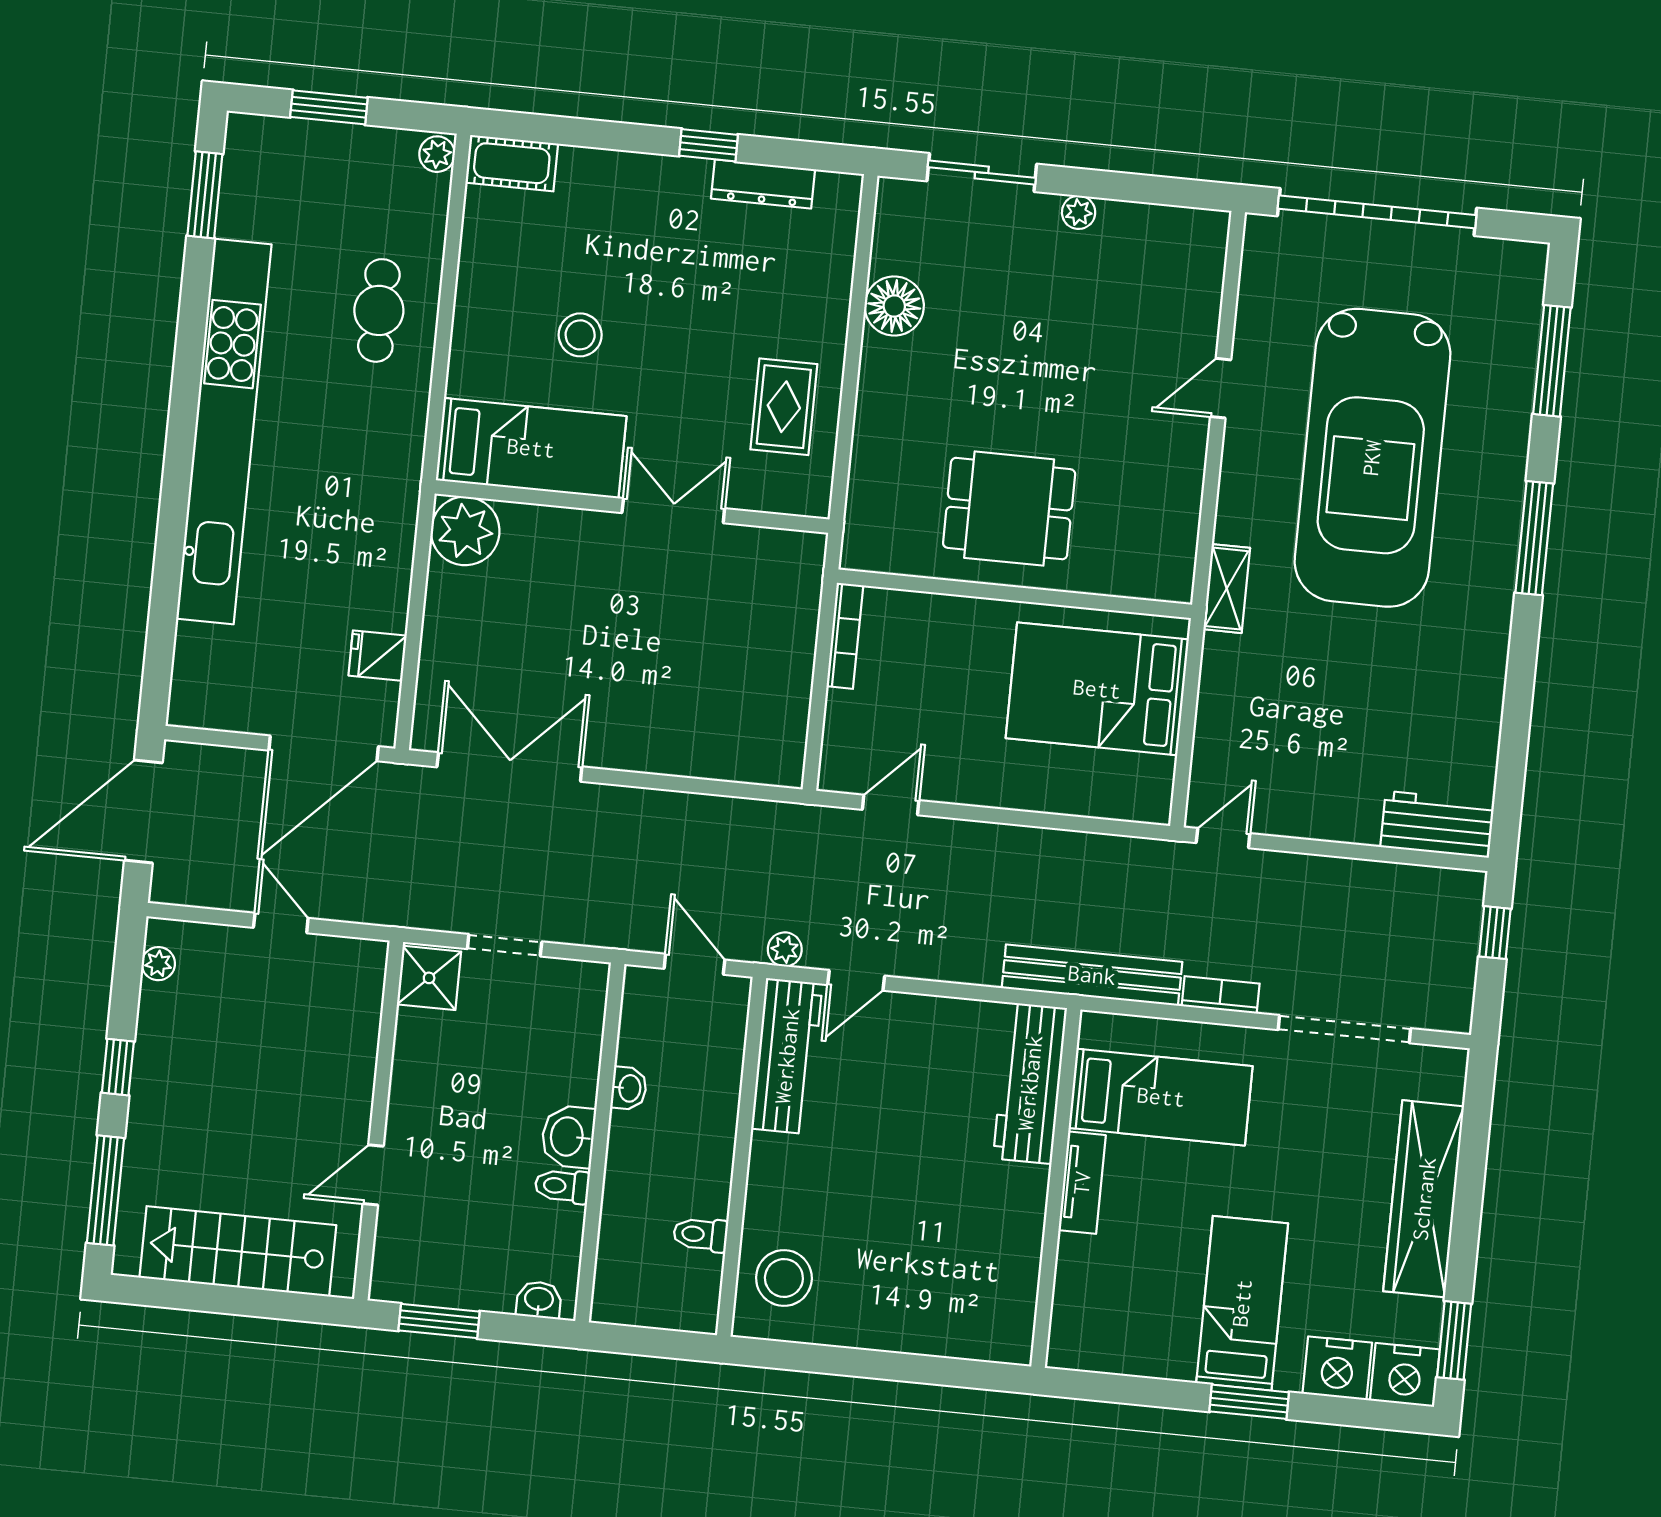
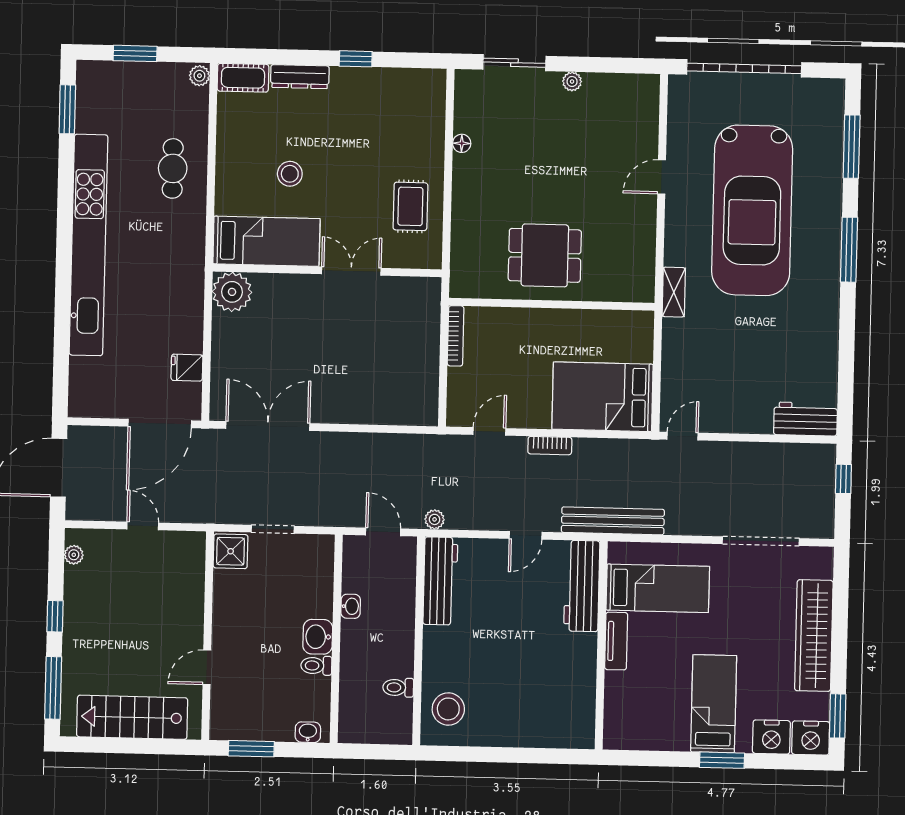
dresser: (763, 184) -> (300, 77), moved
floor lamp: (894, 306) -> (462, 143), width x0.53, depth x0.53
bed: (1097, 689) -> (602, 397), moved
door: (856, 980) -> (526, 535), moved
bookcase: (1221, 995) -> (550, 446), moved, turned 180

